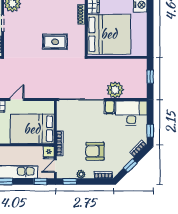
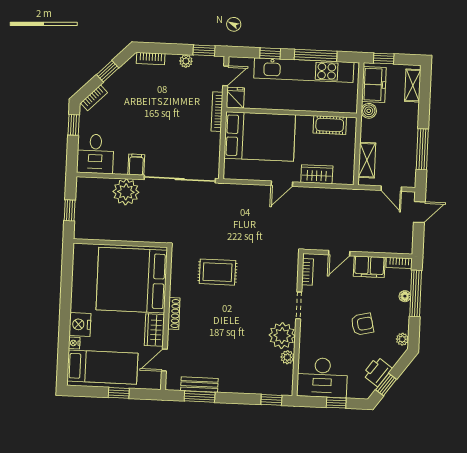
desk: (131, 113) -> (95, 154), width x0.73
armchair: (95, 151) -> (162, 97), removed
window: (40, 182) -> (270, 53), moved

